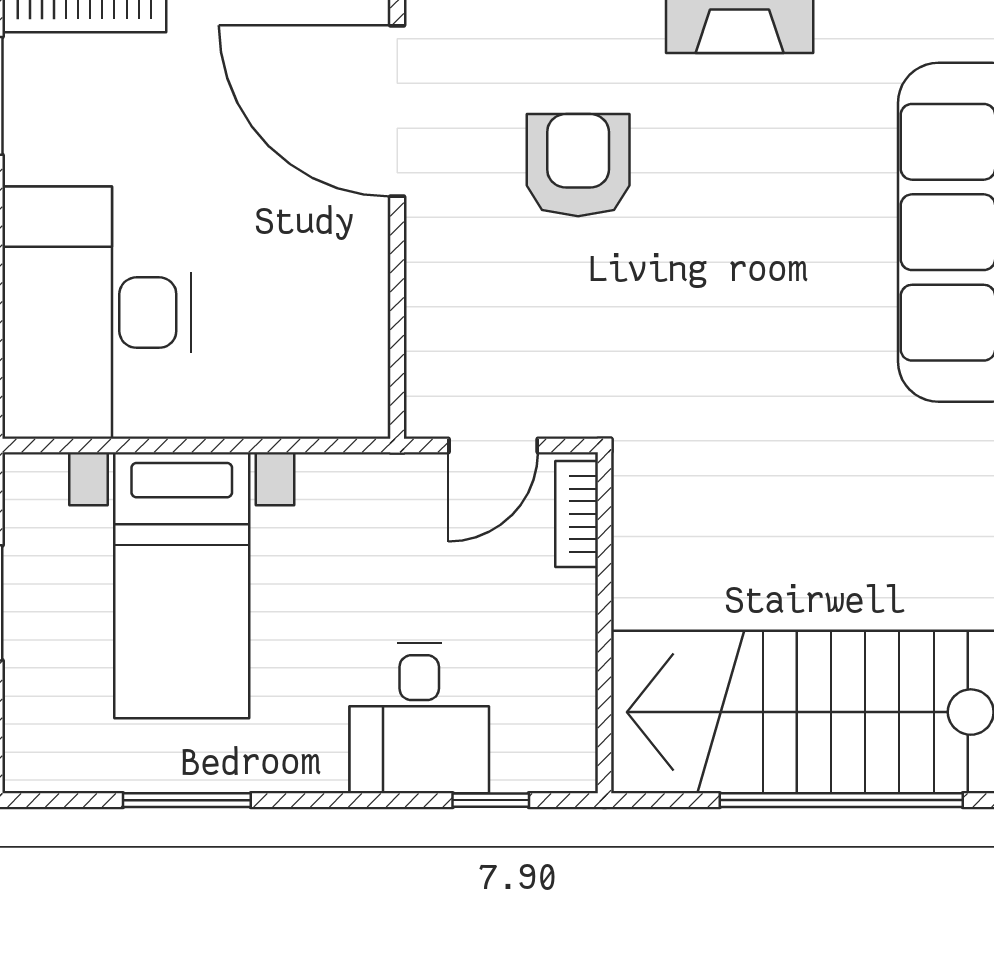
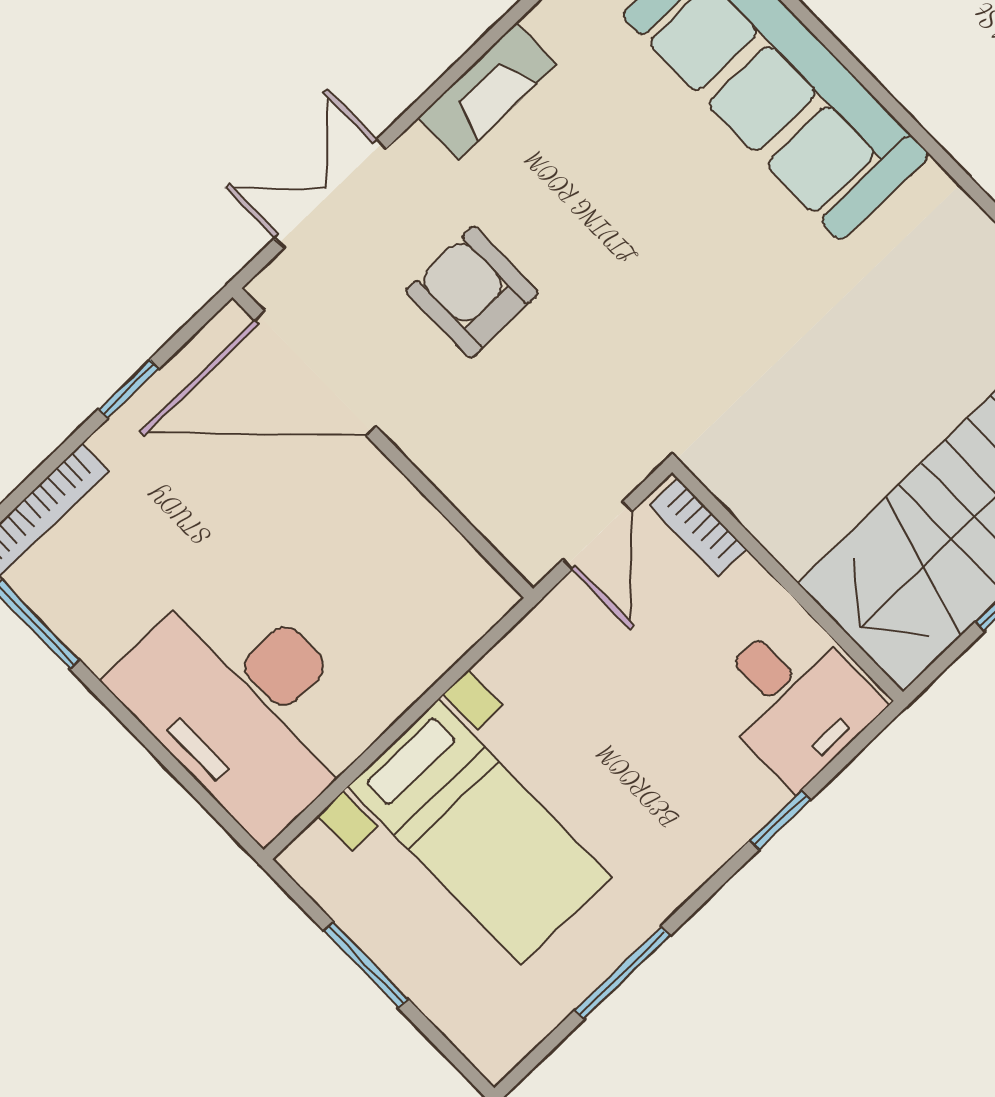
desk: (419, 718) -> (794, 700), moved
window: (491, 800) -> (780, 820), moved

